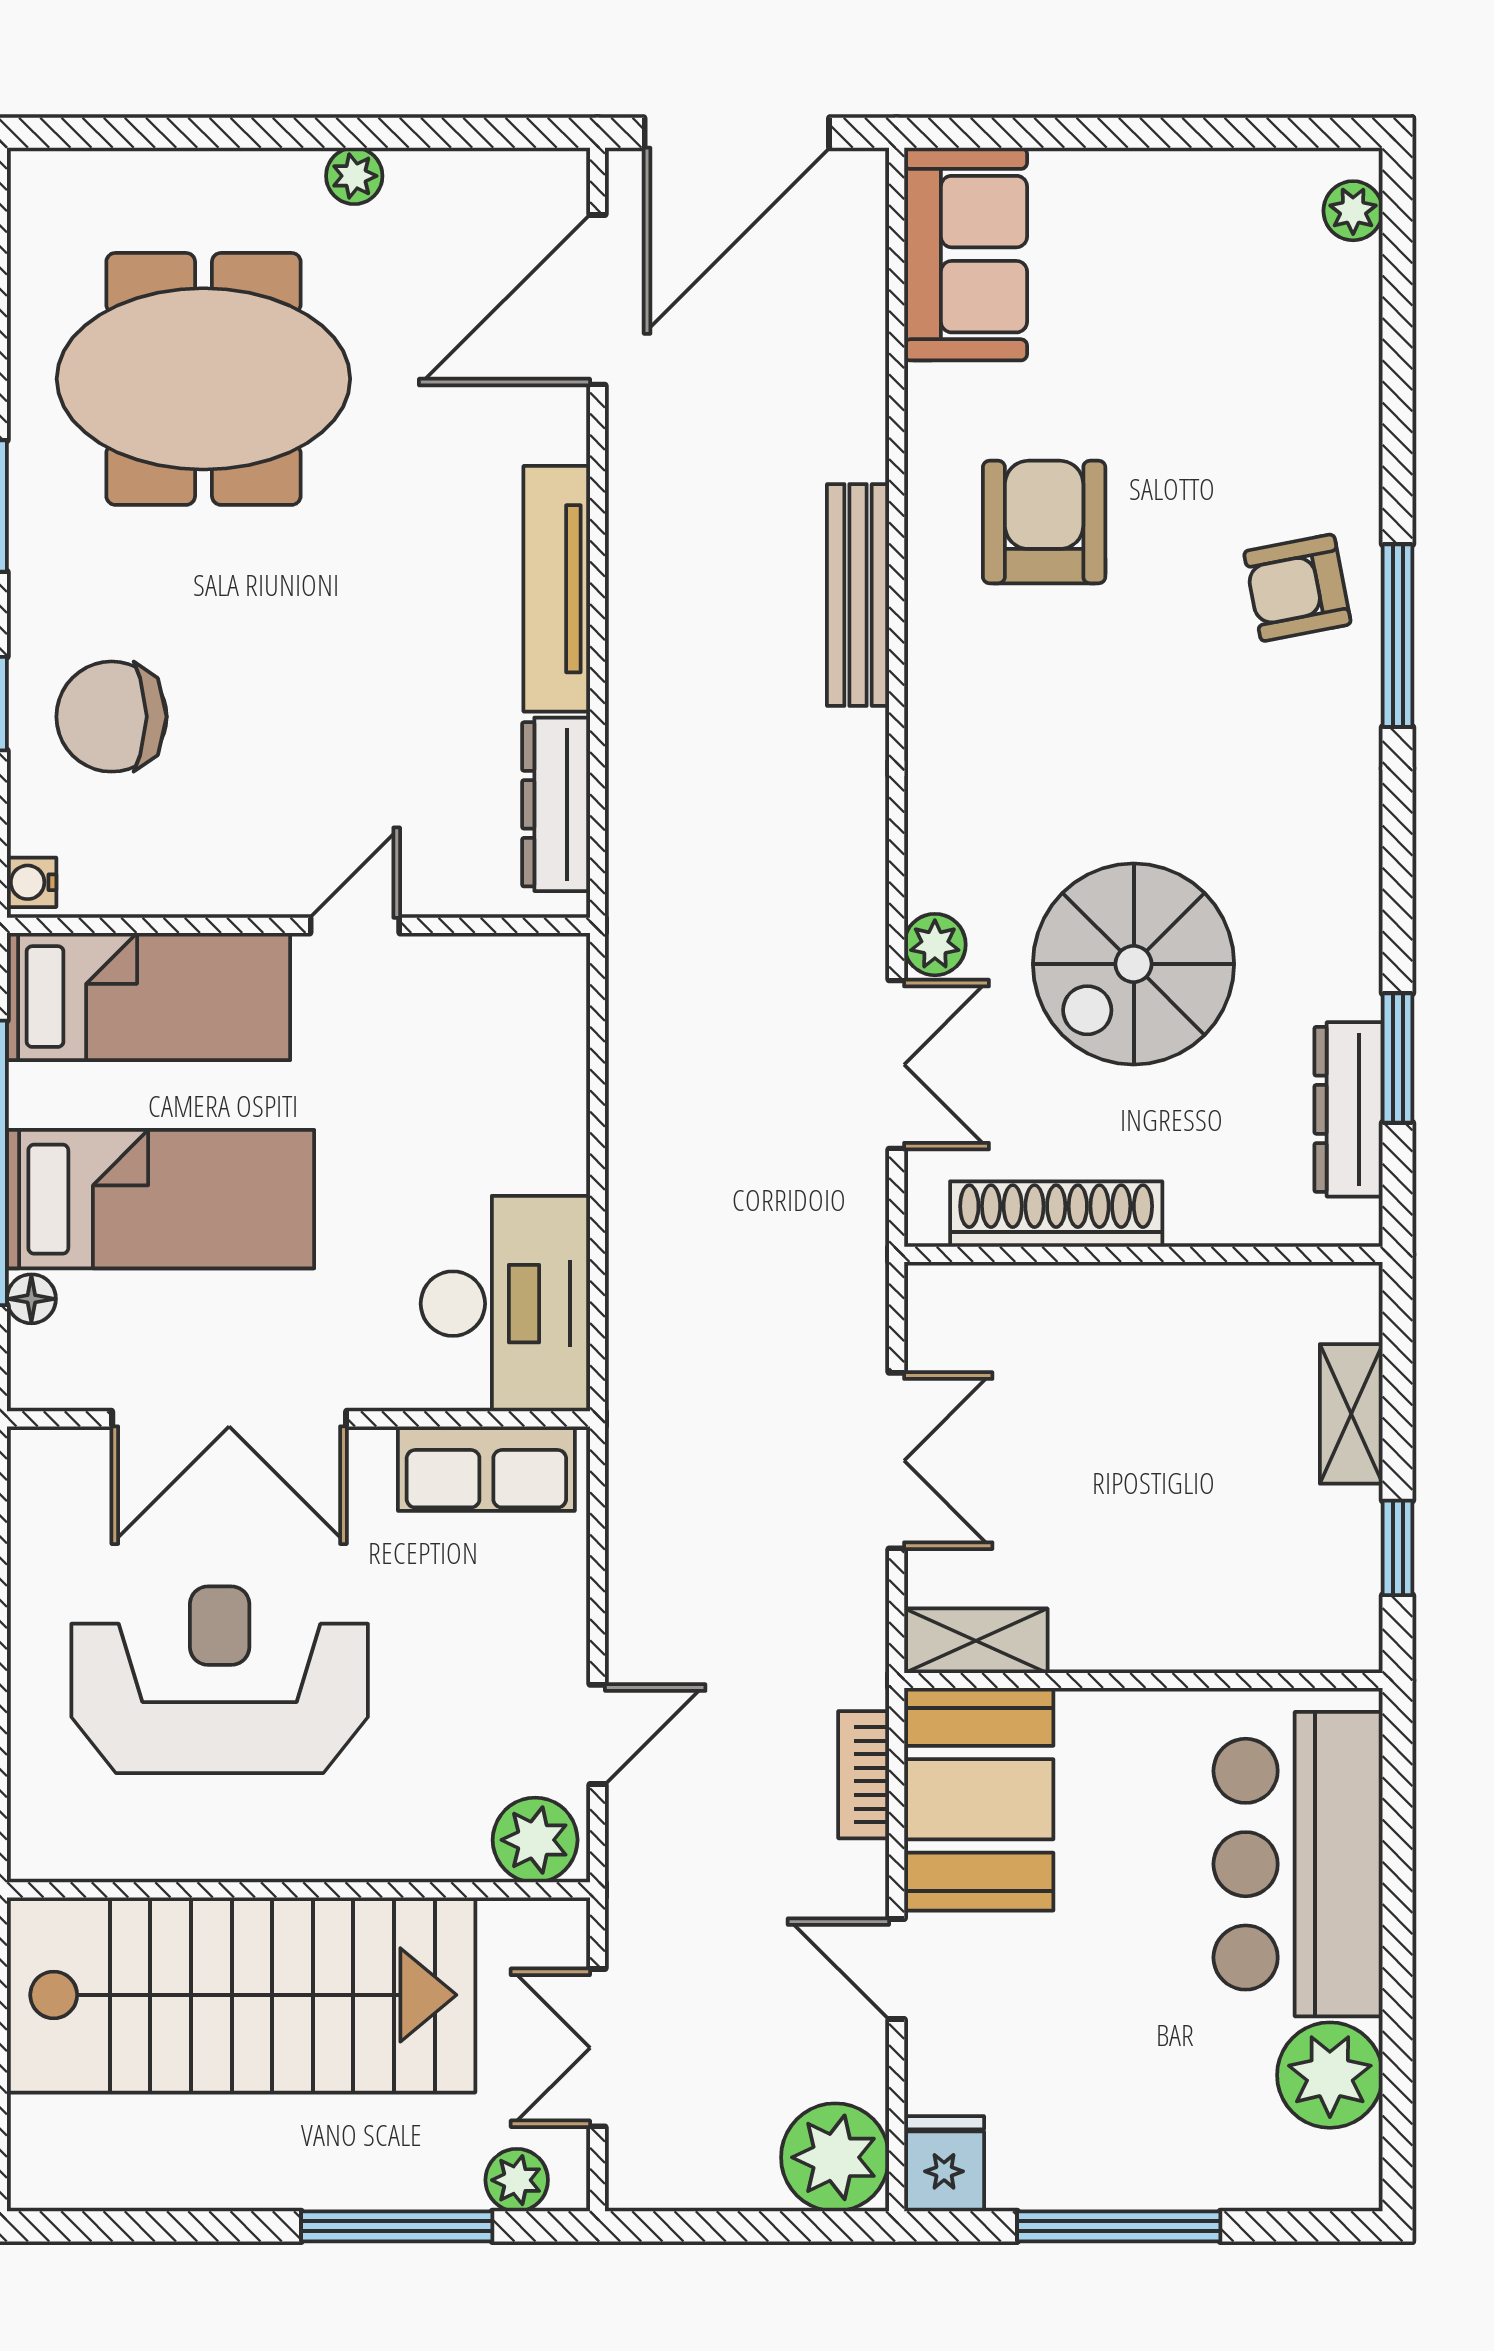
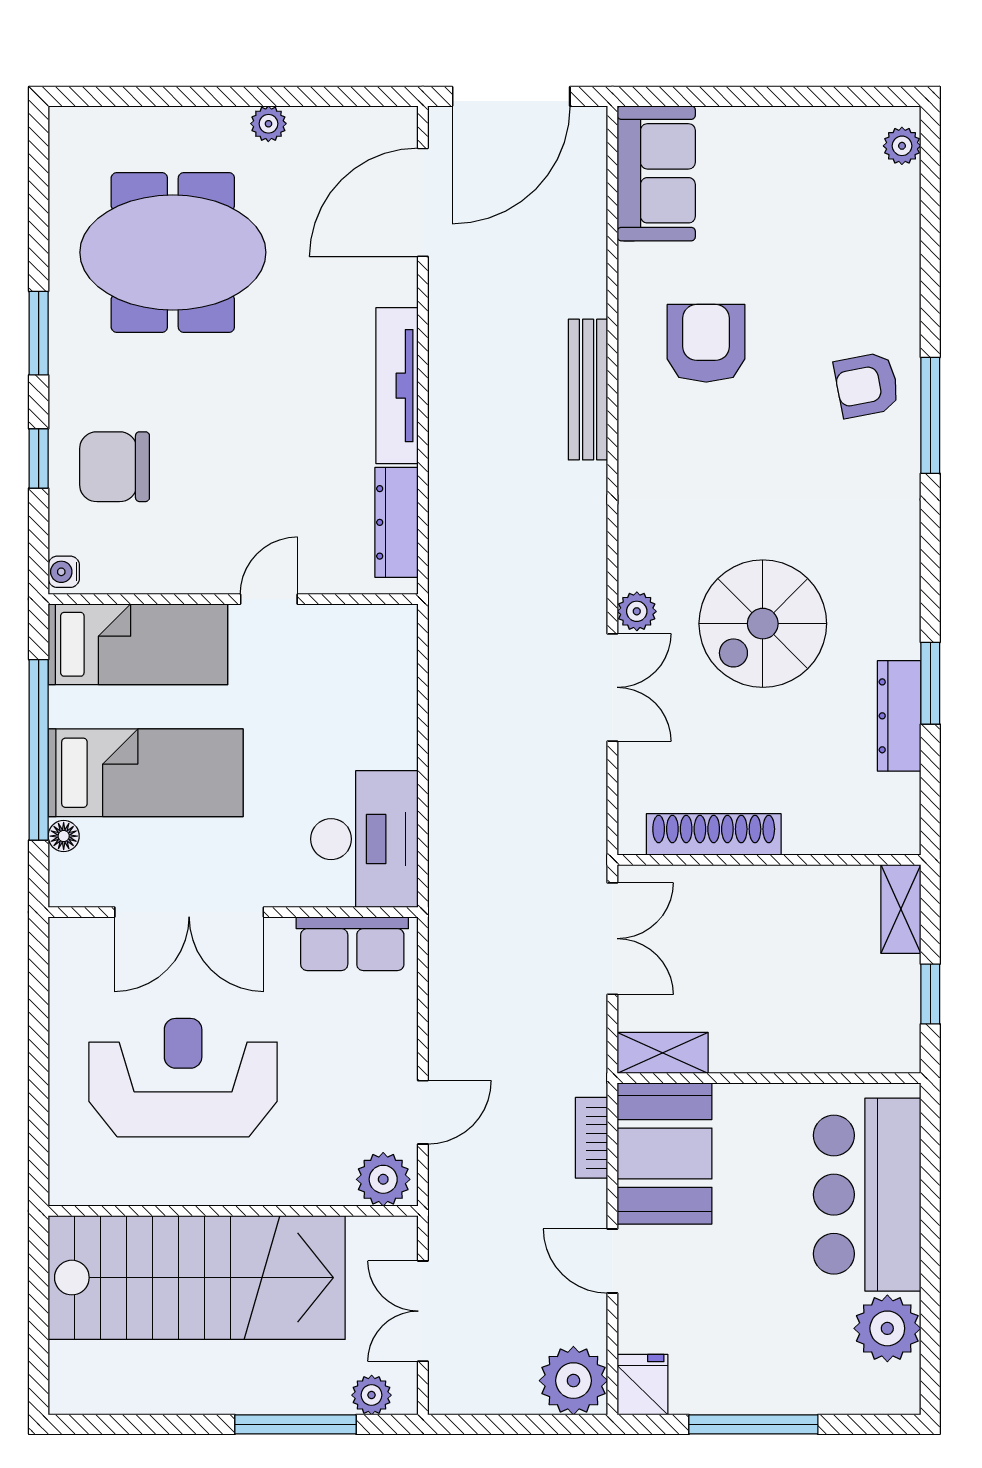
shoe rack: (1056, 1214) -> (714, 834), moved
wall: (1143, 1254) -> (769, 860), moved

